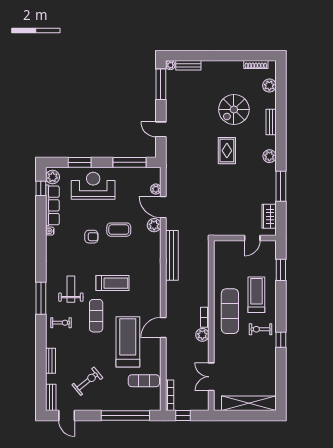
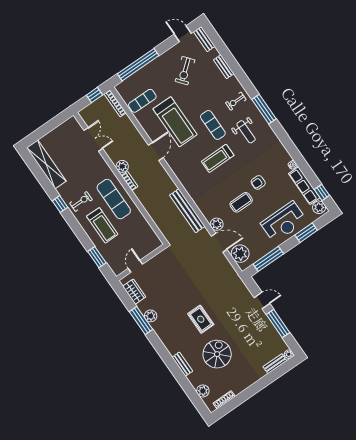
window: (161, 84) -> (278, 323), moved
plant: (269, 156) -> (151, 316), moved
plant: (156, 189) -> (240, 254), width x1.87, depth x1.87
shelving: (249, 403) -> (46, 165), moved, turned 90

